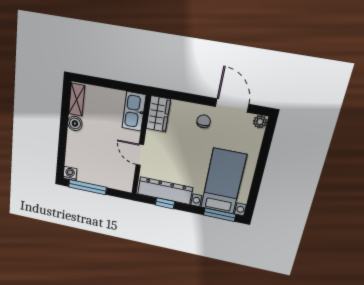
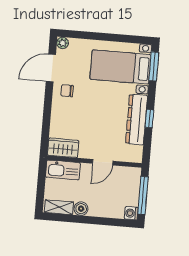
kitchen sink: (134, 111) -> (63, 170), moved
wardrobe: (158, 114) -> (63, 148), moved
wall: (141, 146) -> (94, 161), moved
door: (140, 155) -> (103, 162), moved

